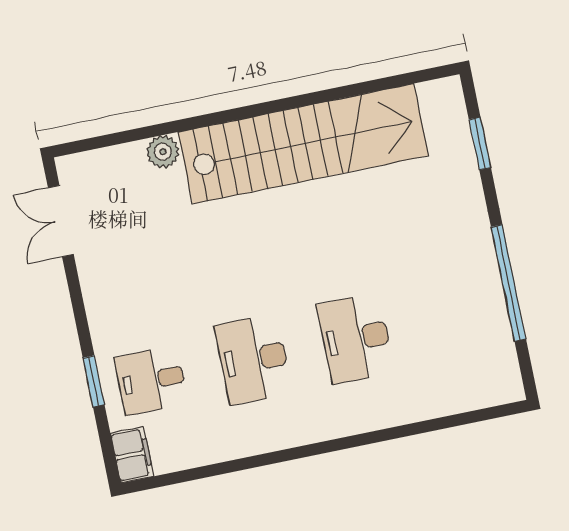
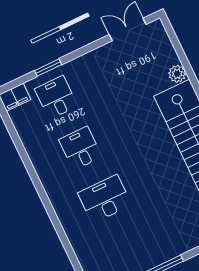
desk: (253, 359) -> (80, 148), width x0.73

